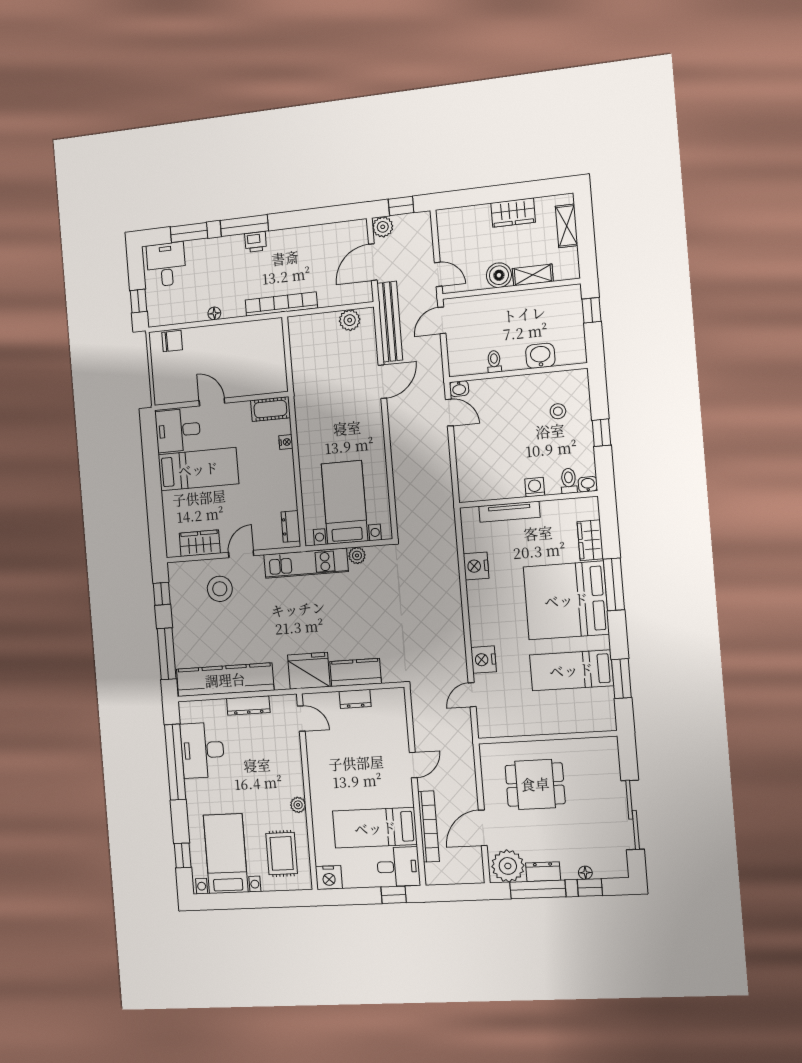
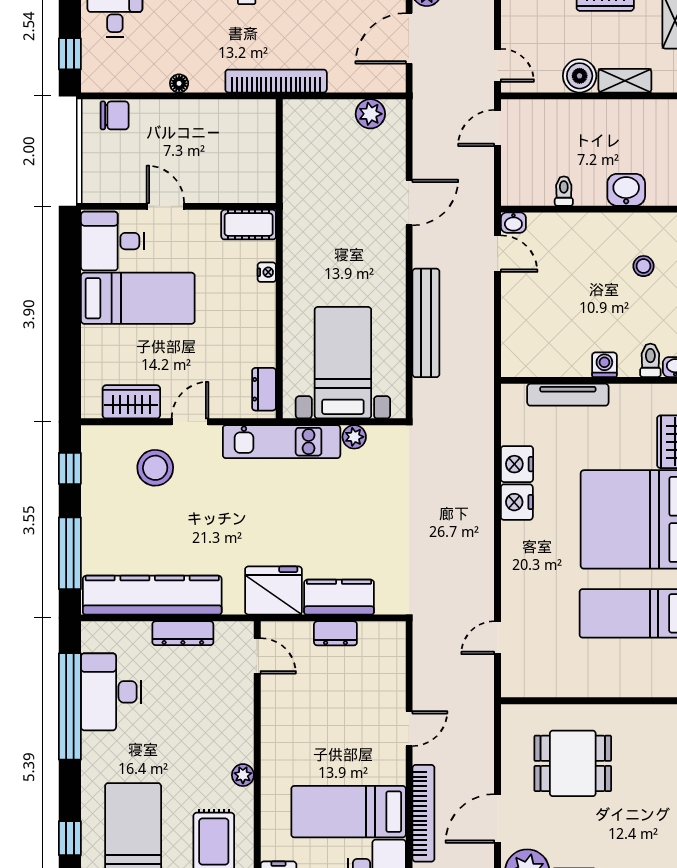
bench: (390, 322) -> (426, 323), moved
nightstand: (483, 660) -> (517, 502), moved

